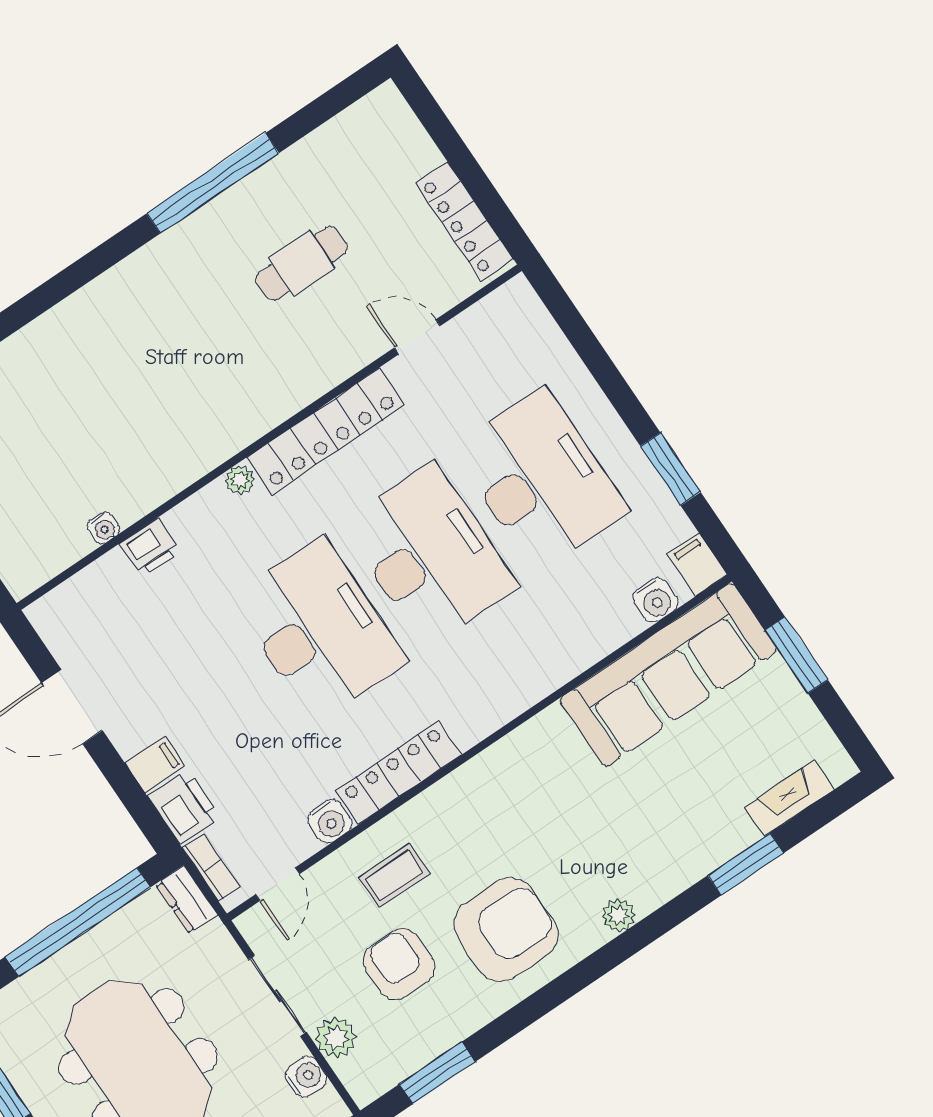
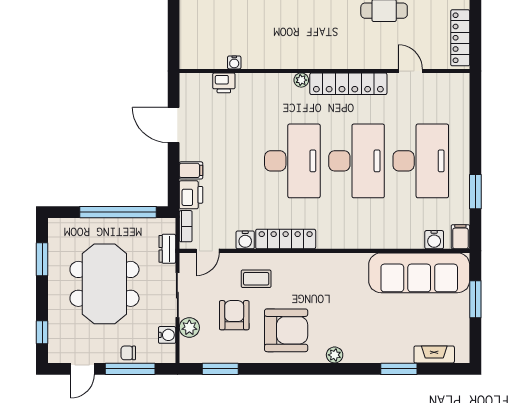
printer: (150, 548) -> (224, 83), moved
dresser: (187, 900) -> (167, 249), moved

